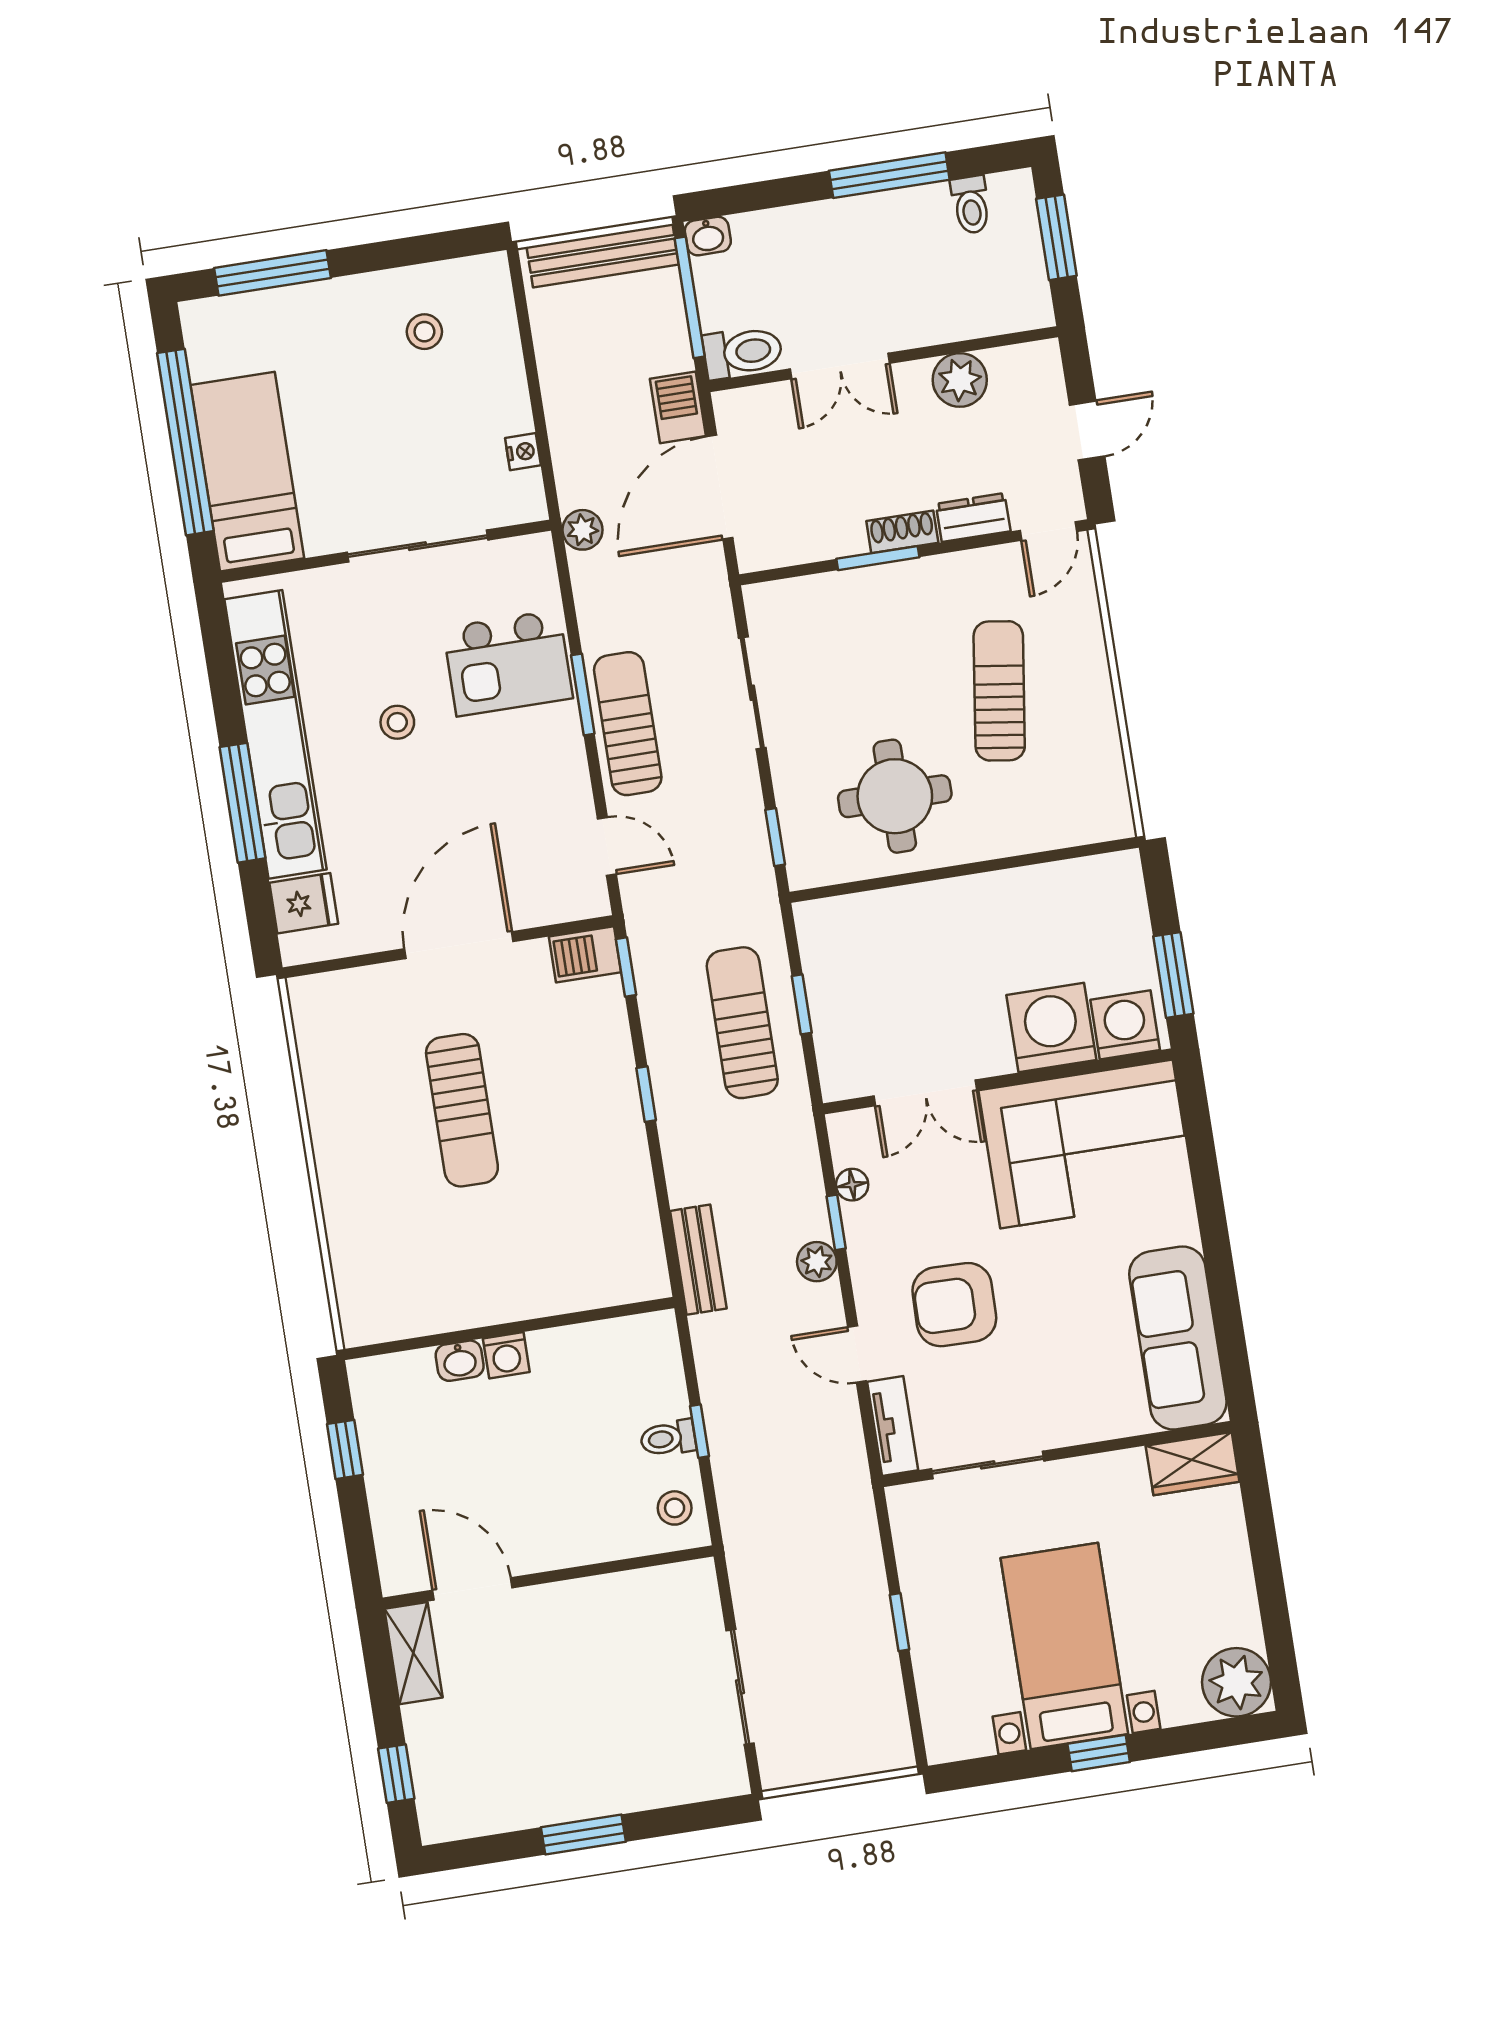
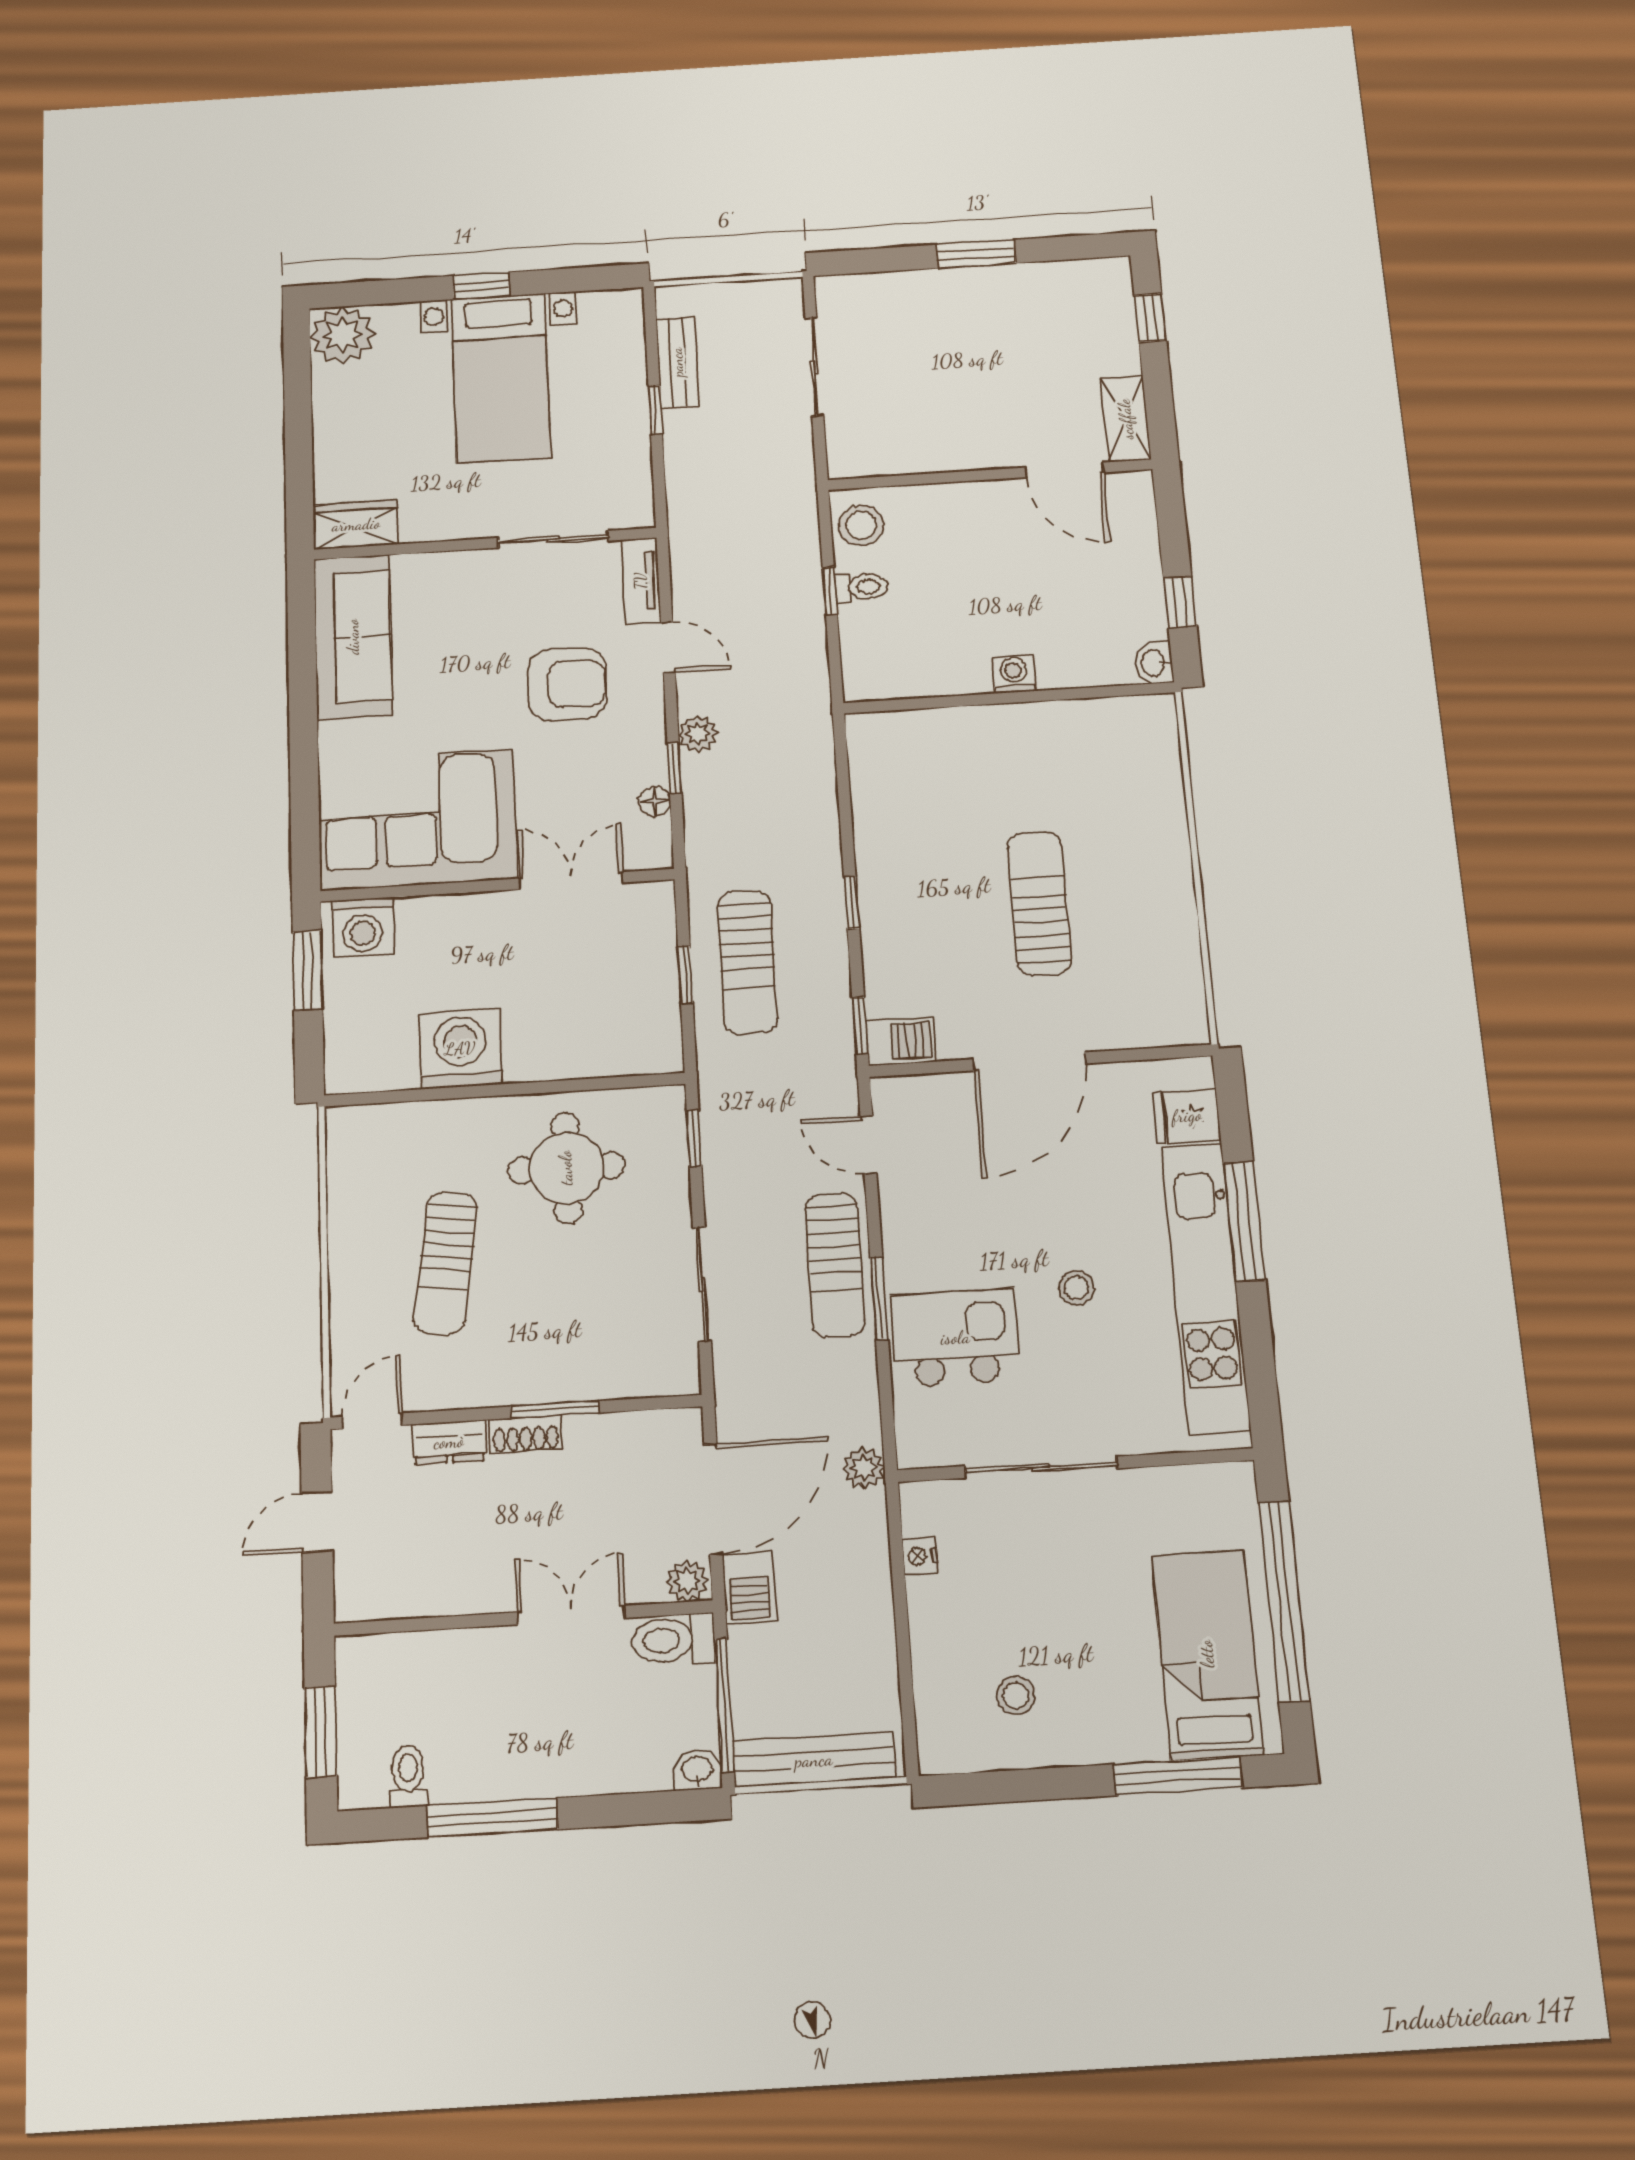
plant: (960, 380) -> (687, 1581), moved, width x0.73, depth x0.73
bed: (247, 472) -> (1207, 1654), moved, turned 180
washing machine: (1051, 1027) -> (460, 1049), moved, turned 180
bench: (698, 1260) -> (677, 362), moved
washbasin: (460, 1361) -> (1154, 663), moved, turned -90
stool: (675, 1508) -> (861, 525), width x1.37, depth x1.37

